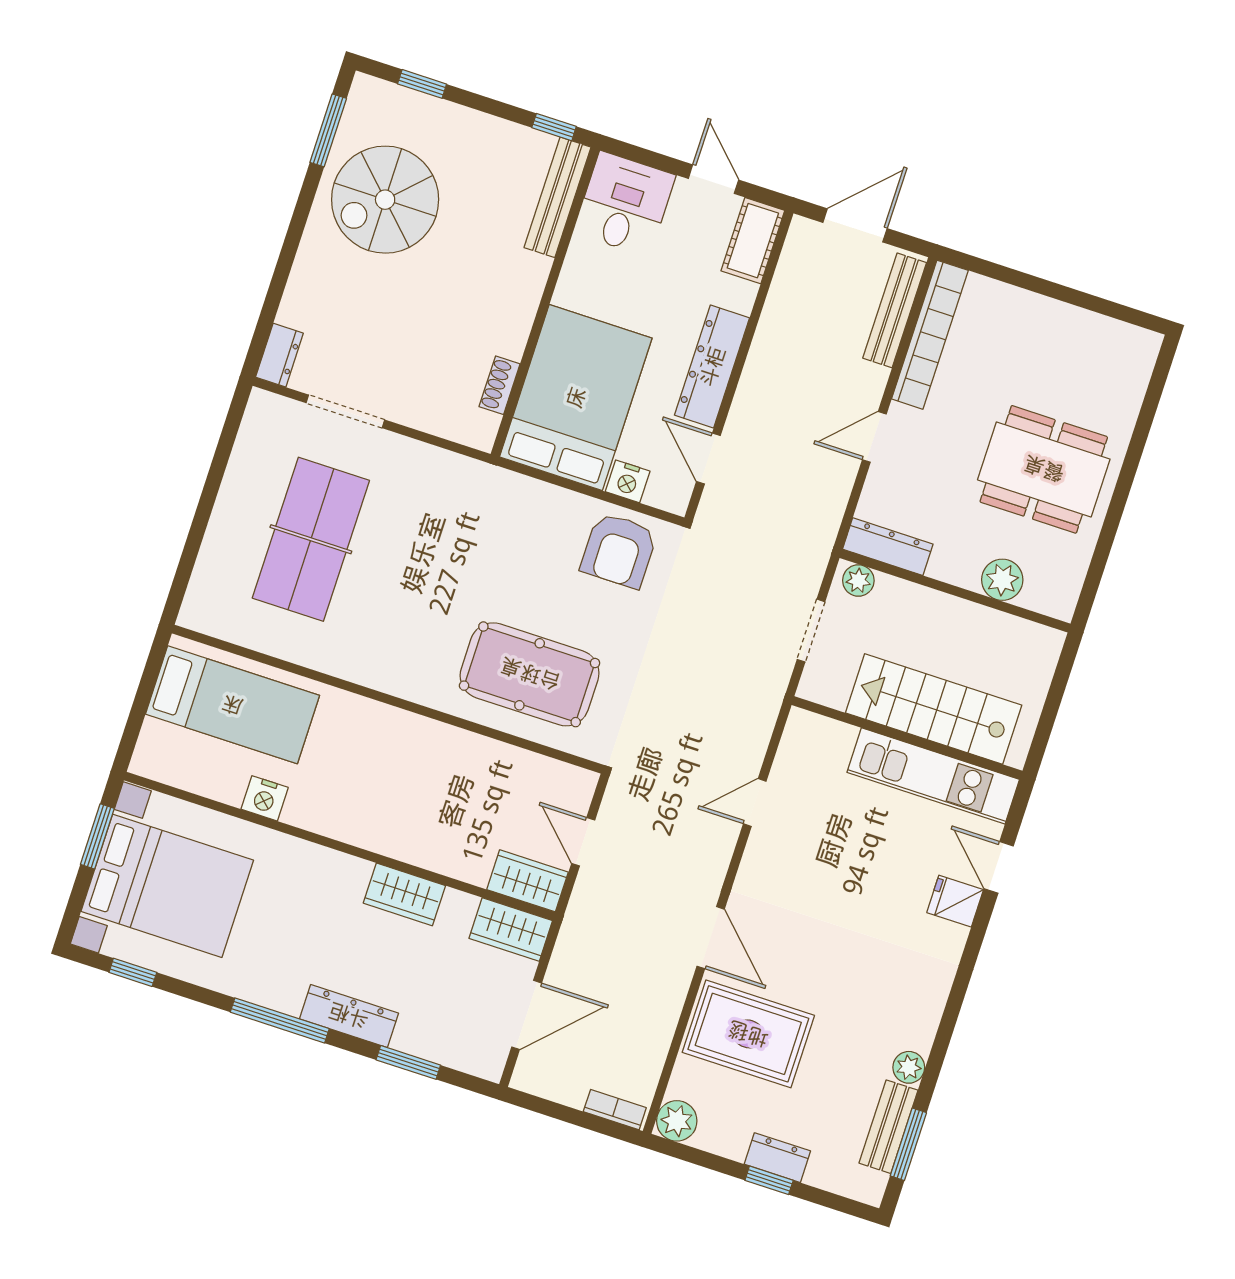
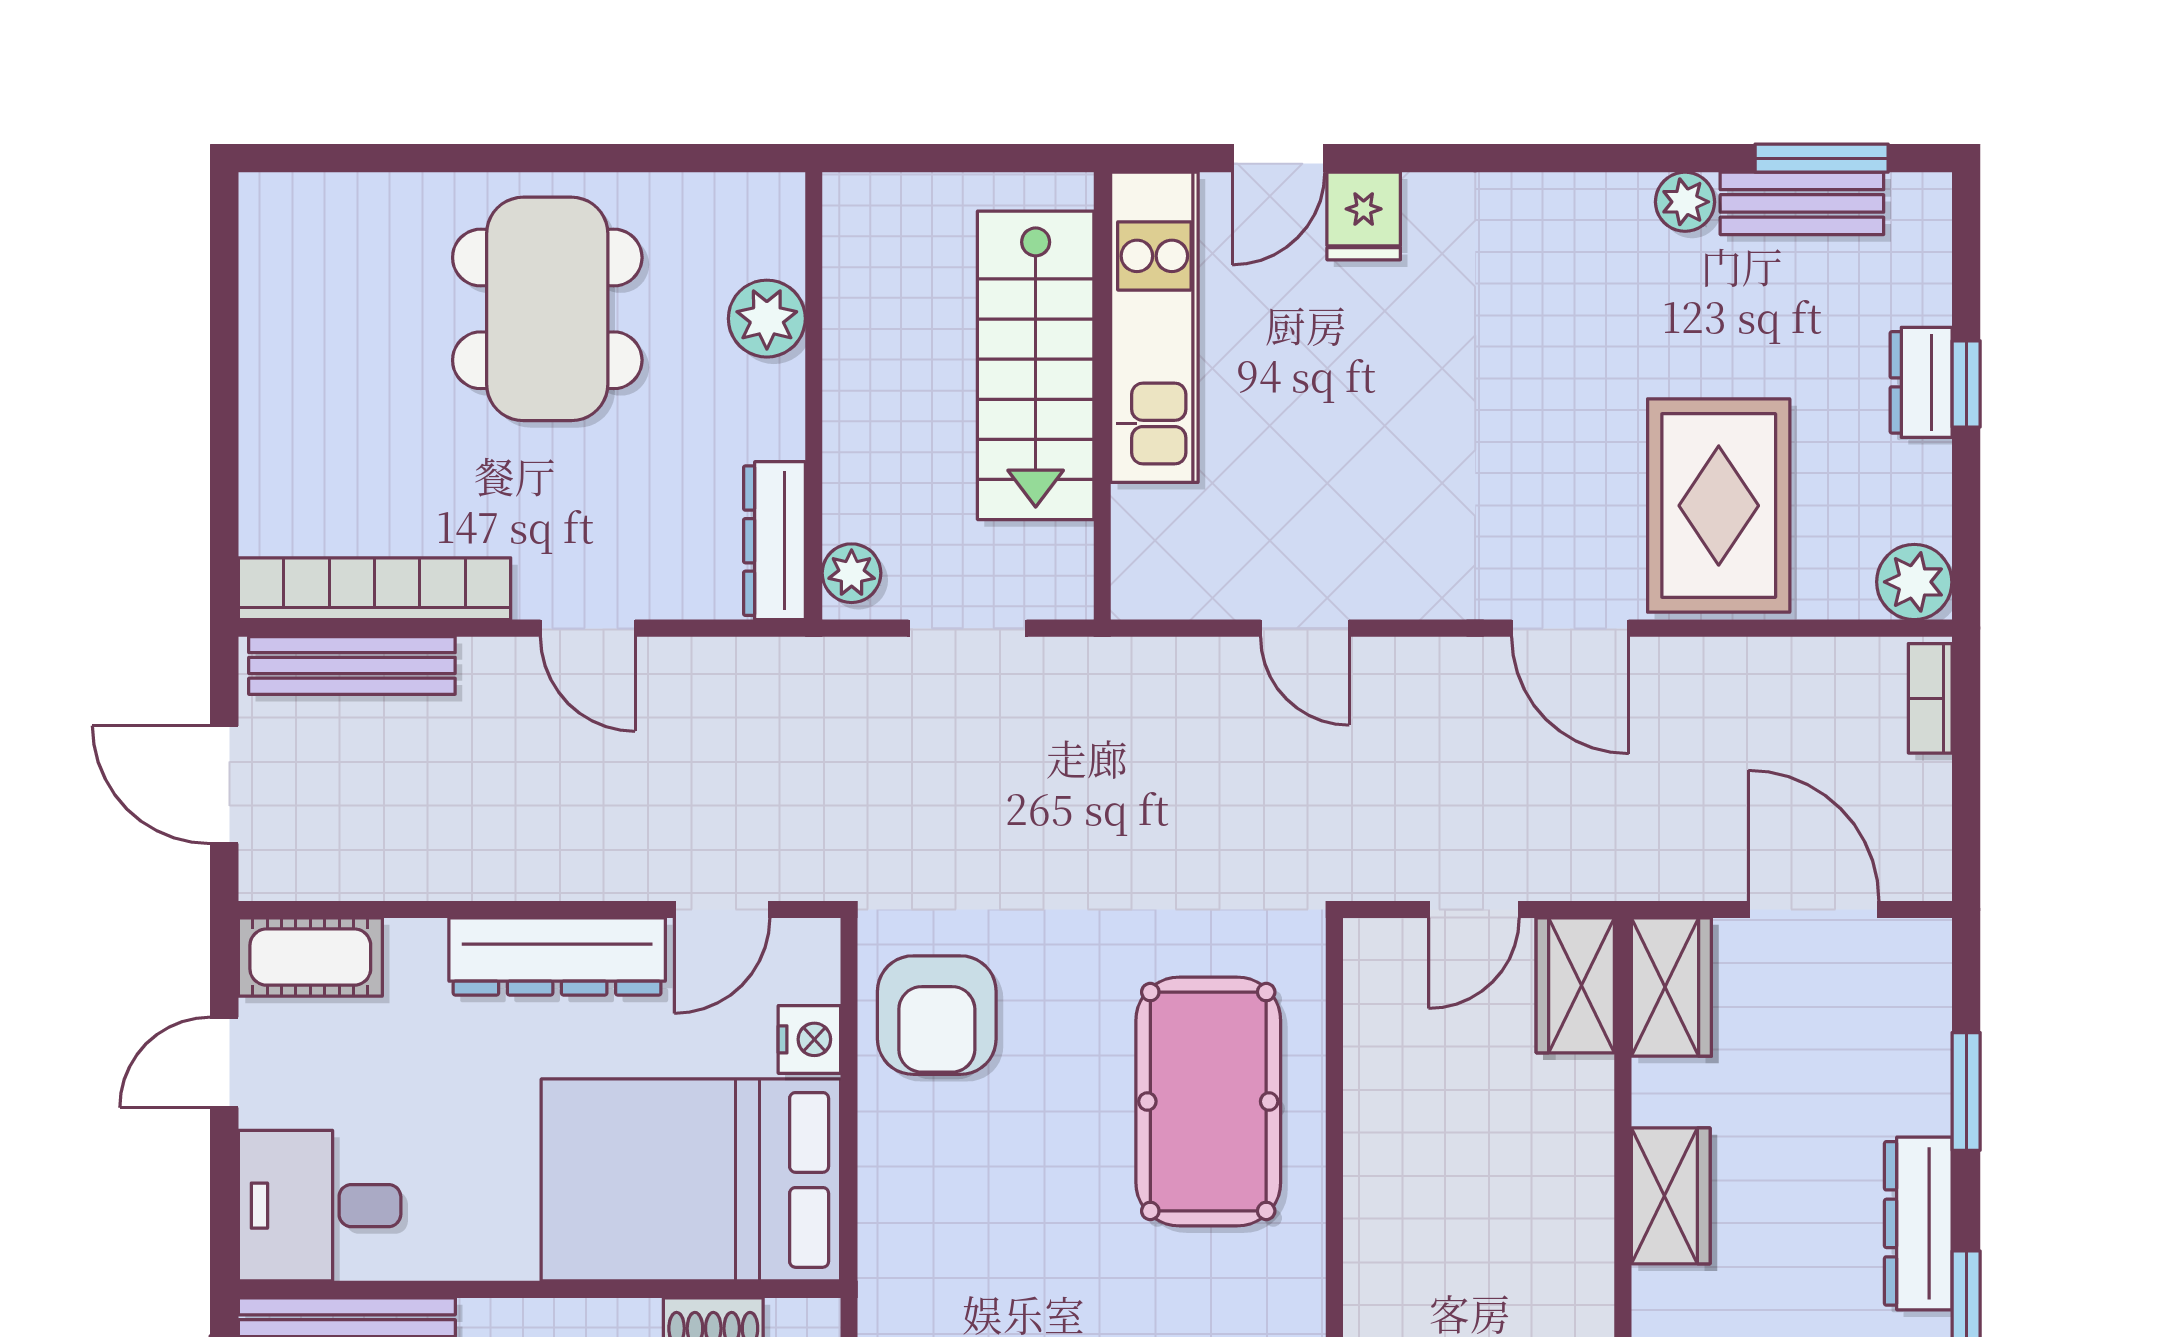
armchair: (619, 550) -> (937, 1015), turned 90
door: (711, 938) -> (1570, 628), swing flipped

